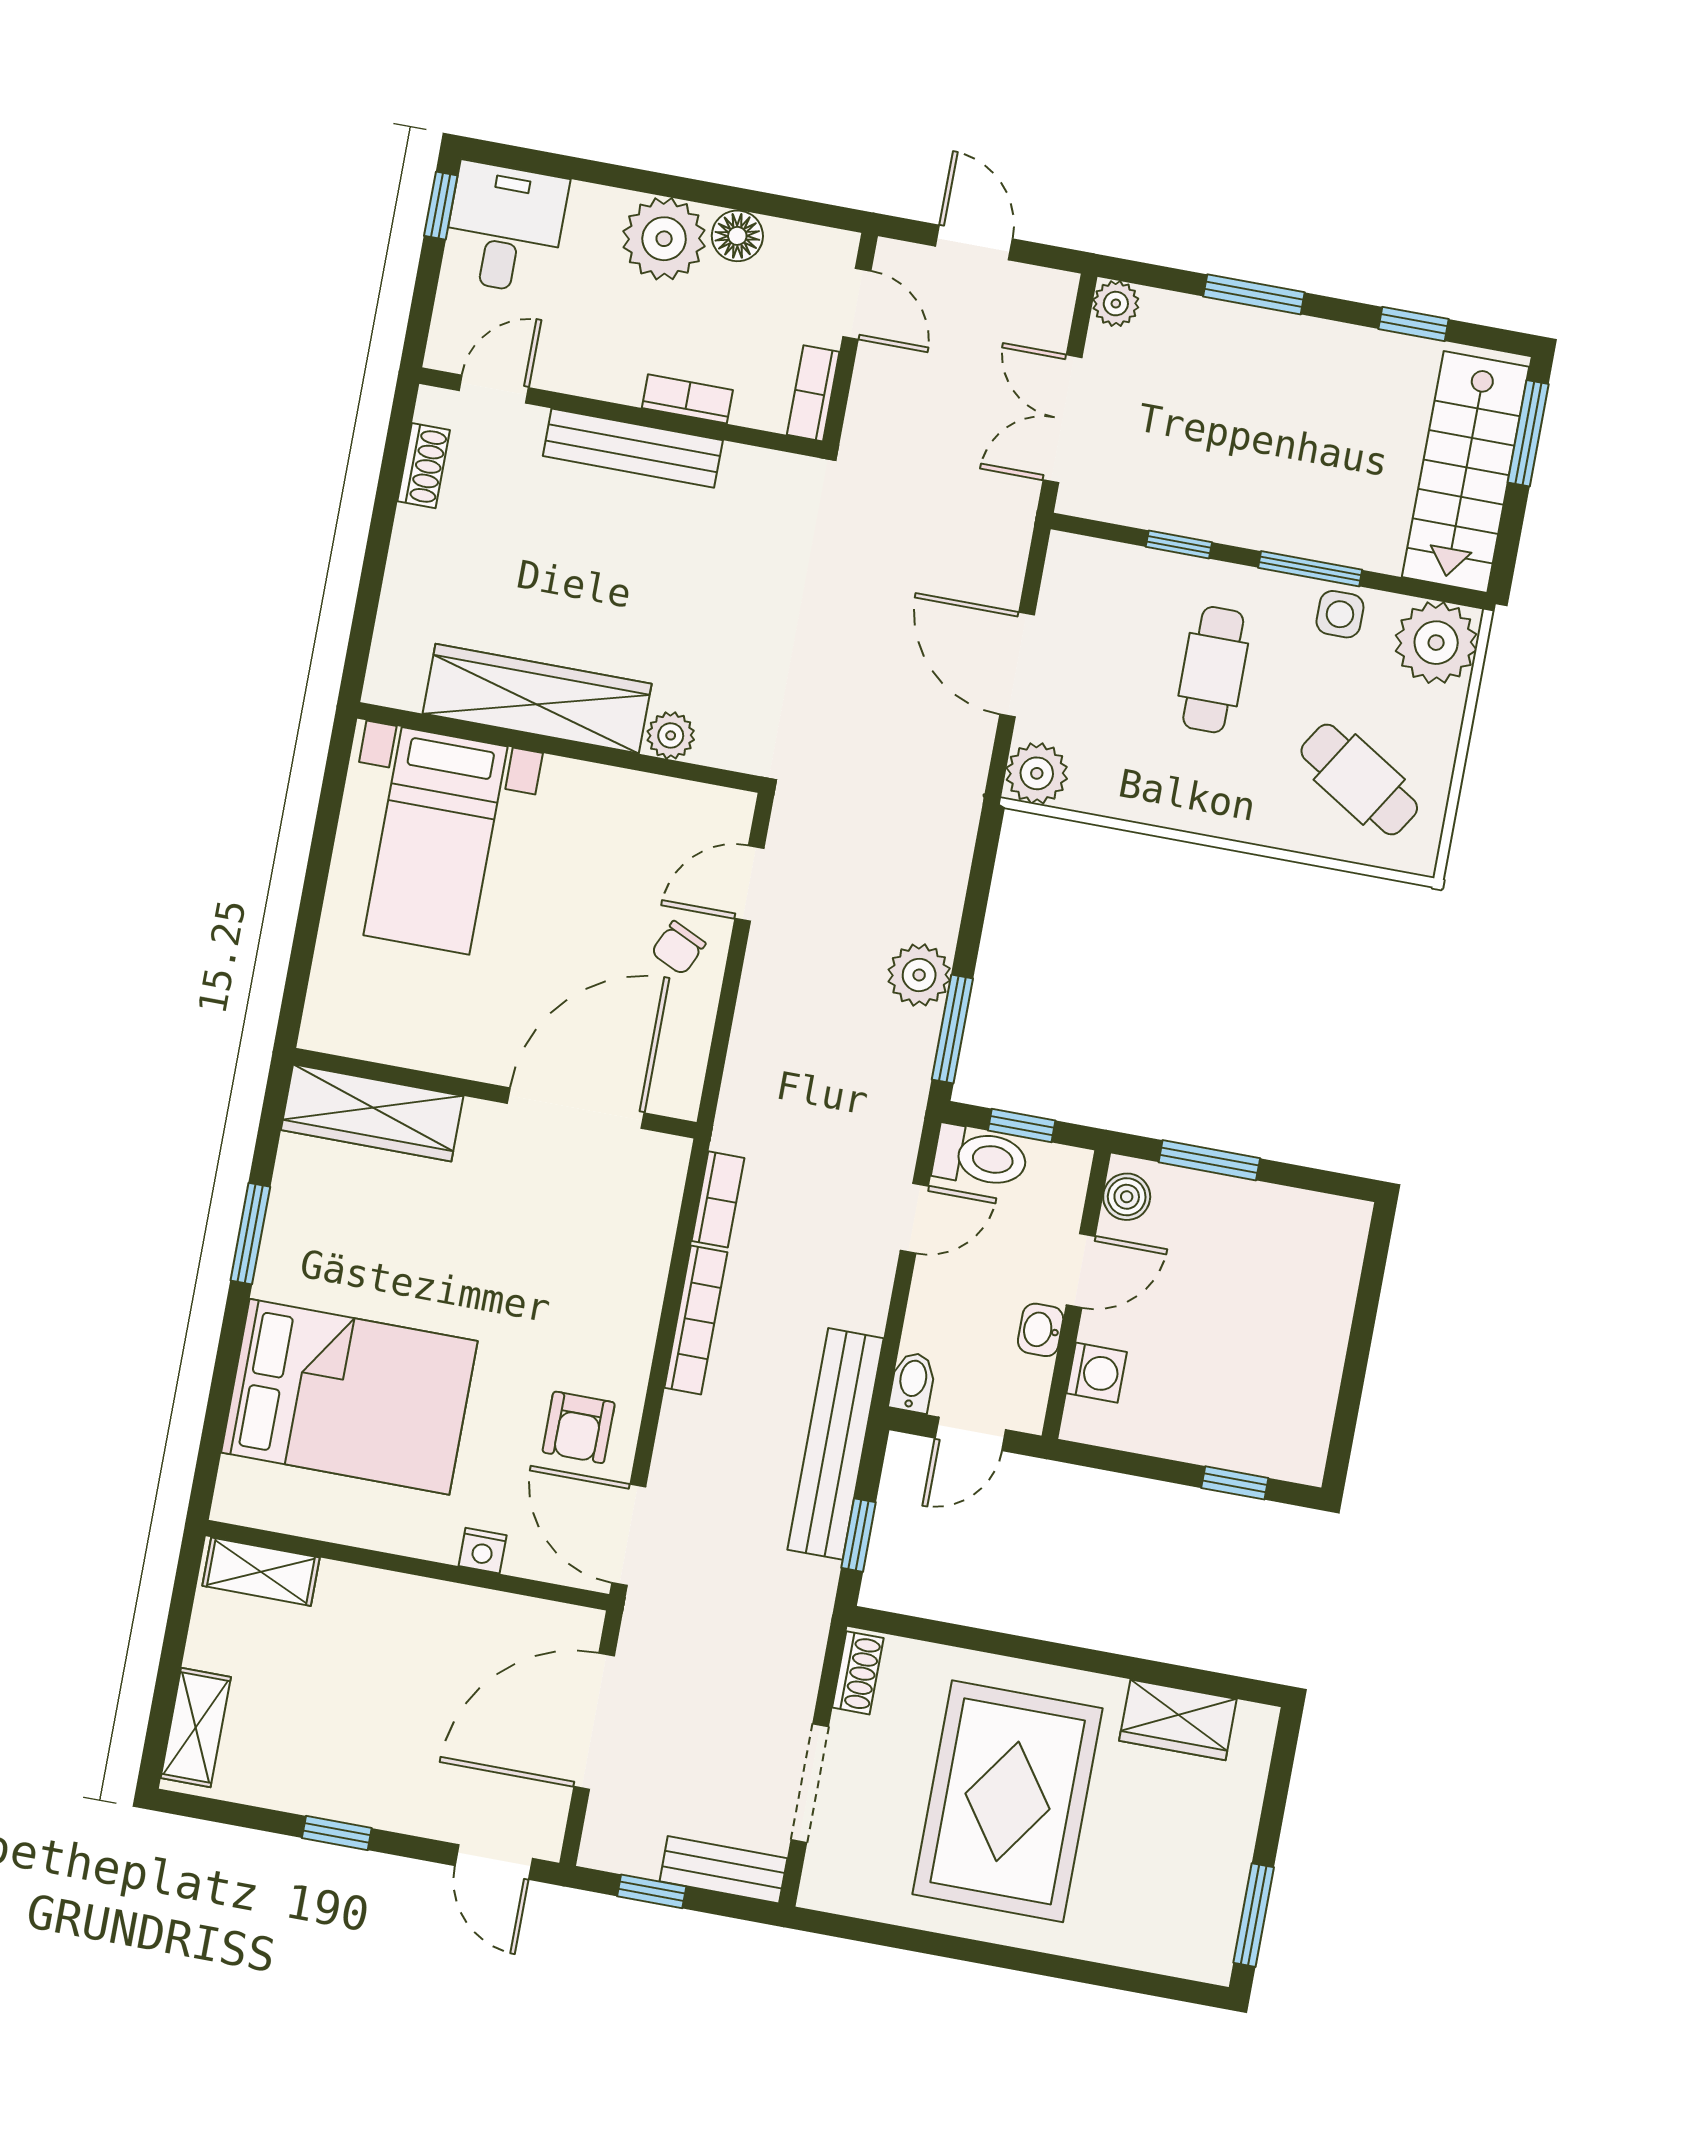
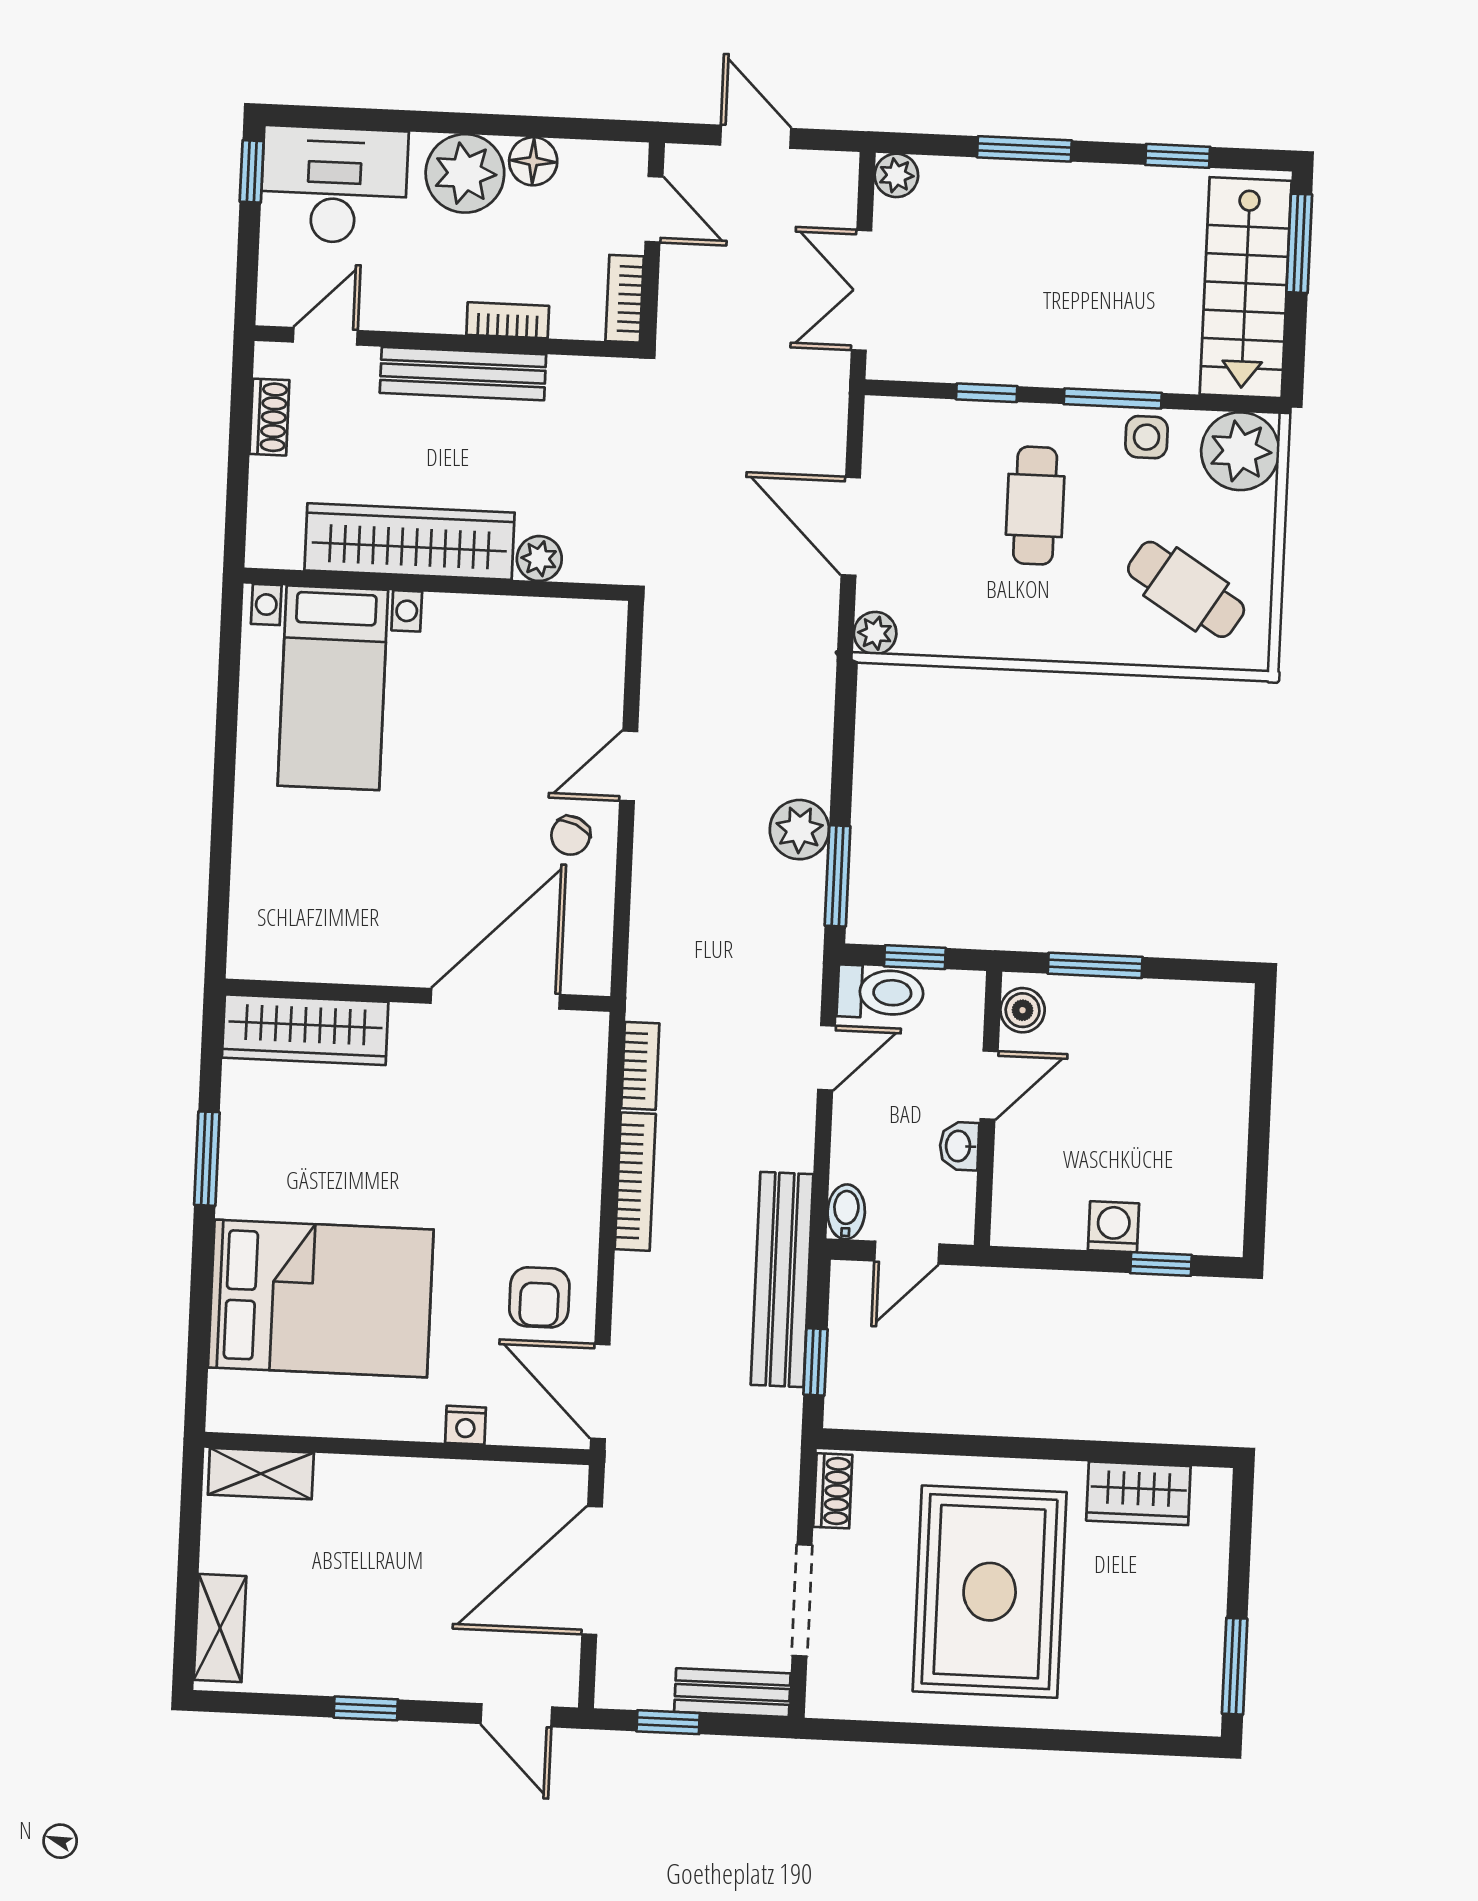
desk: (505, 228) -> (334, 185), width x1.37
wardrobe: (537, 699) -> (409, 541), moved
plant: (671, 735) -> (539, 559), moved
wall: (559, 747) -> (436, 584), moved
plant: (1037, 773) -> (875, 633), width x0.73, depth x0.73
bed with nightstands: (436, 841) -> (333, 688), moved
washing machine: (1097, 1373) -> (1114, 1227), moved, turned -90

